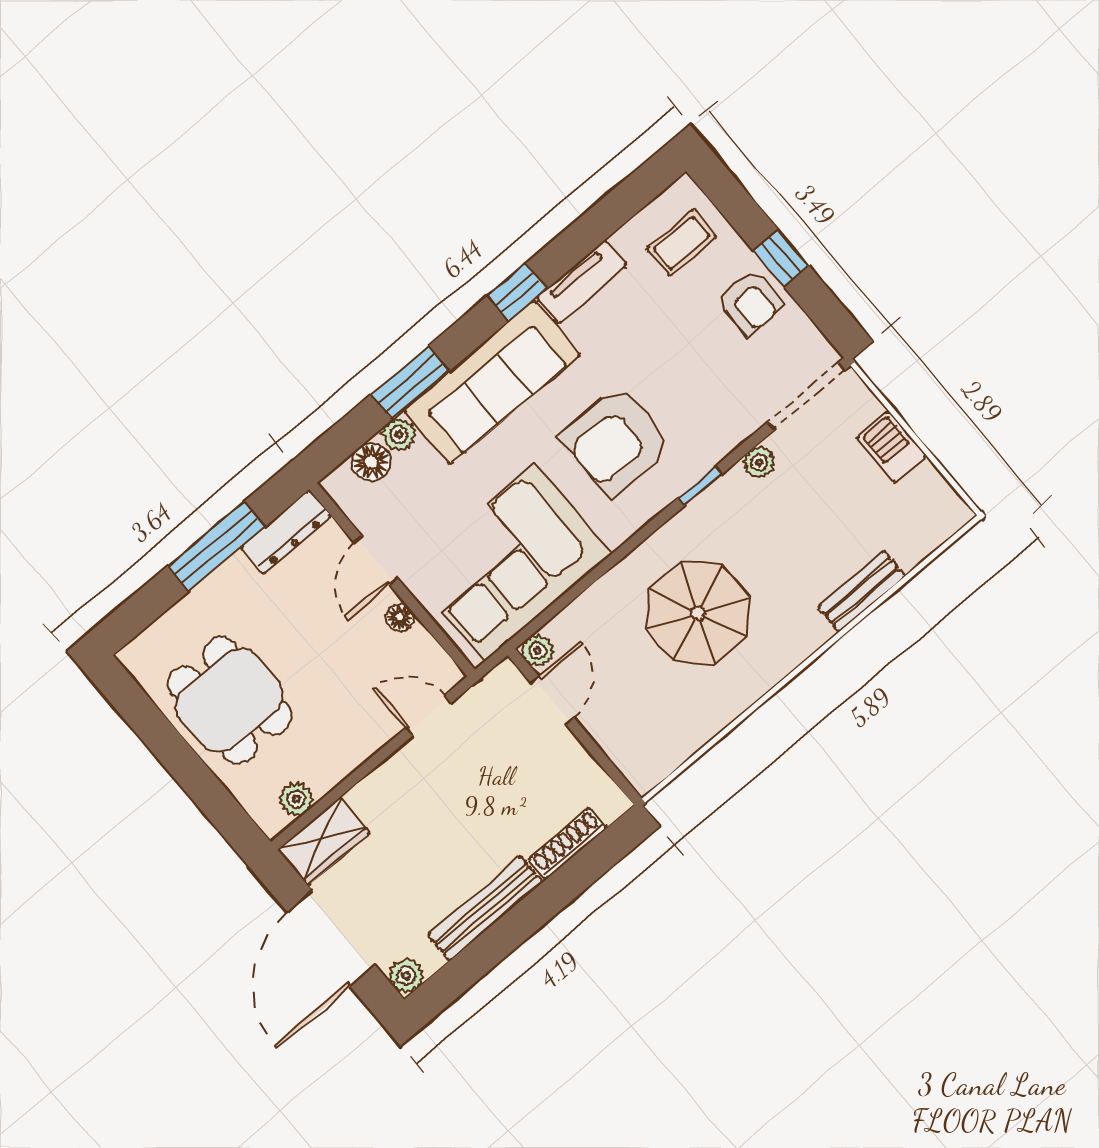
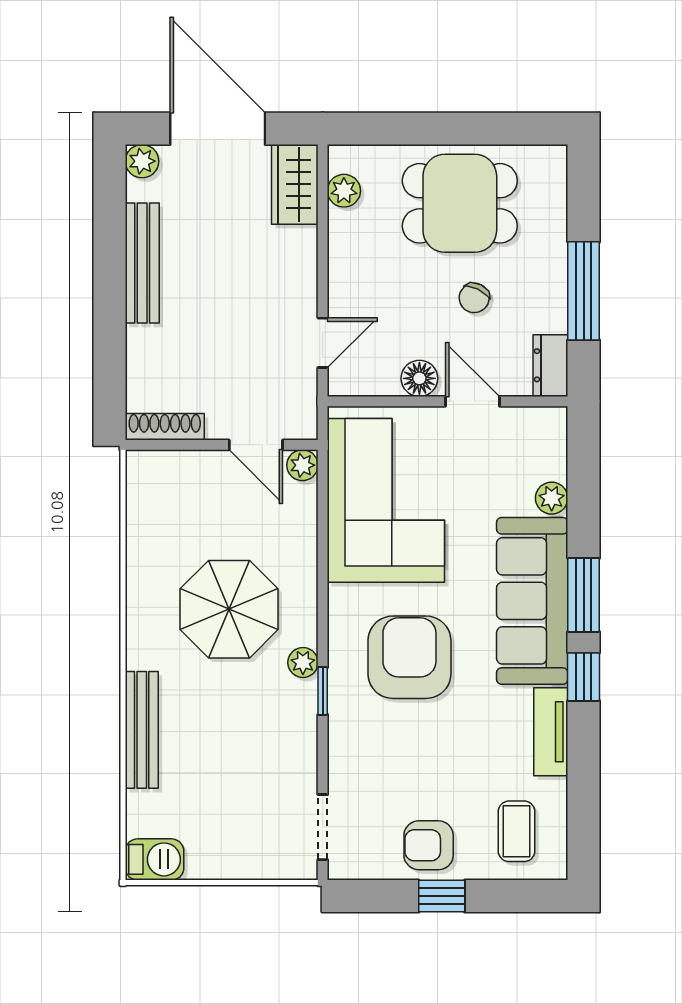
window: (410, 383) -> (584, 595), moved
doorway: (806, 397) -> (323, 827), width x0.73
barbecue: (892, 447) -> (155, 859), moved
floor lamp: (371, 462) -> (549, 460), removed
plant: (759, 463) -> (303, 663), moved
dresser: (286, 532) -> (550, 365), width x0.70
bench: (862, 591) -> (142, 730), width x1.36
floor lamp: (400, 617) -> (419, 378), width x1.37, depth x1.37
chair: (294, 627) -> (474, 298), added
shoe rack: (568, 844) -> (165, 427), moved, turned -90

